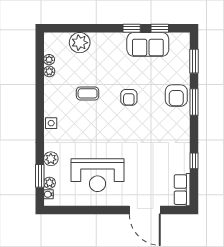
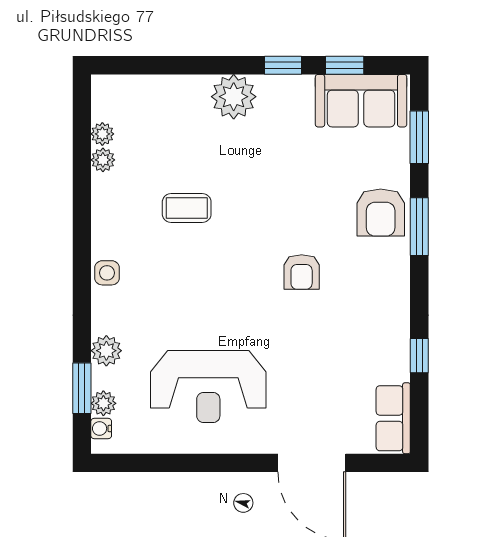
plant: (80, 43) -> (234, 97), moved
sofa: (148, 44) -> (361, 101), moved
armchair: (129, 97) -> (302, 272), moved

